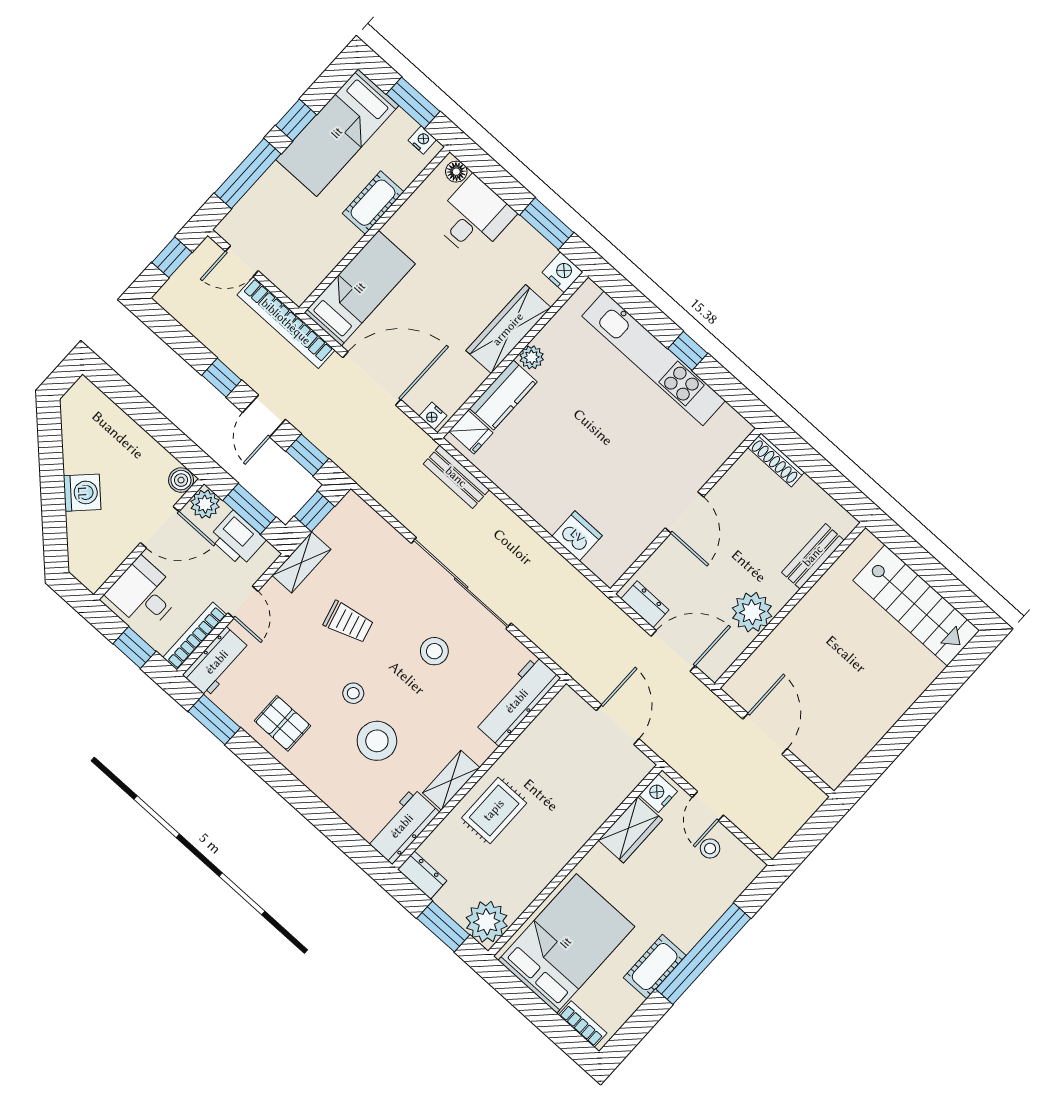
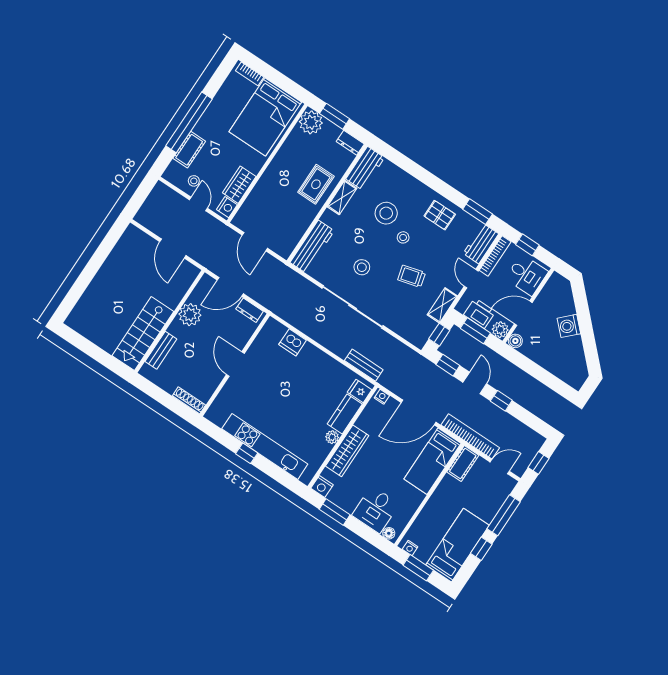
cot: (373, 203) -> (463, 464), moved
stairs: (916, 605) -> (143, 334), moved, turned -90
cot: (655, 967) -> (189, 150), moved

